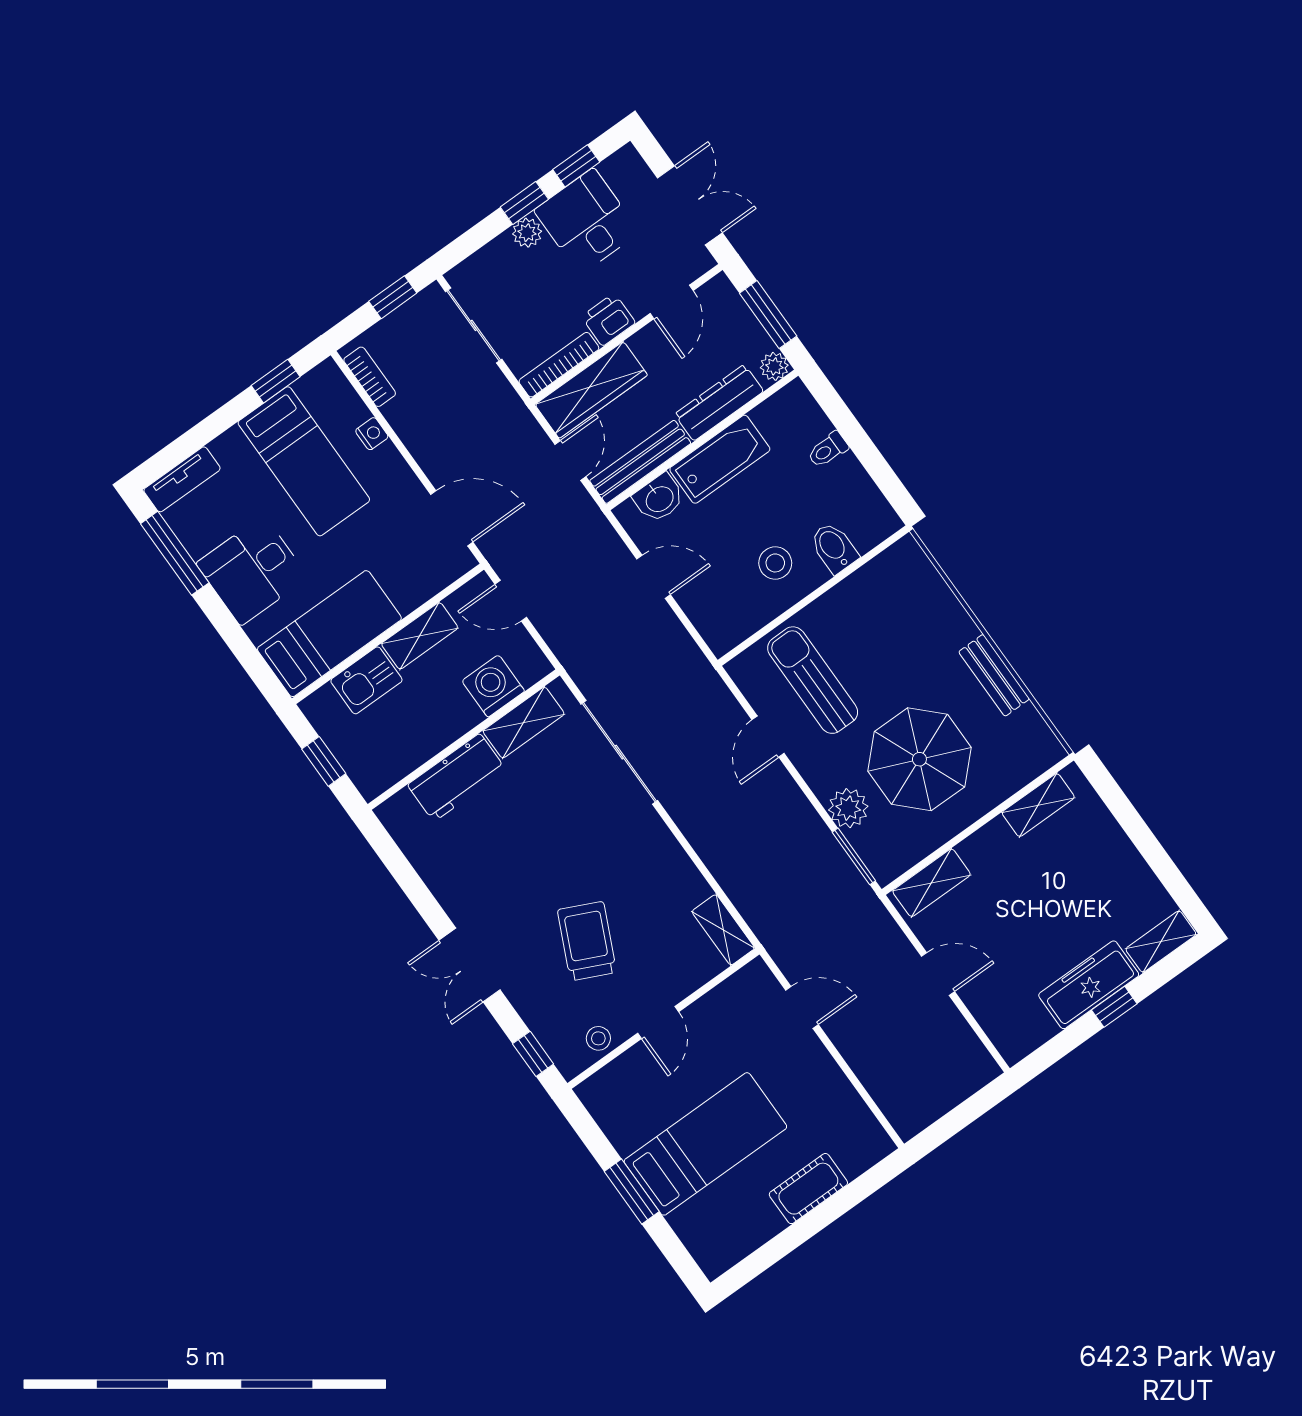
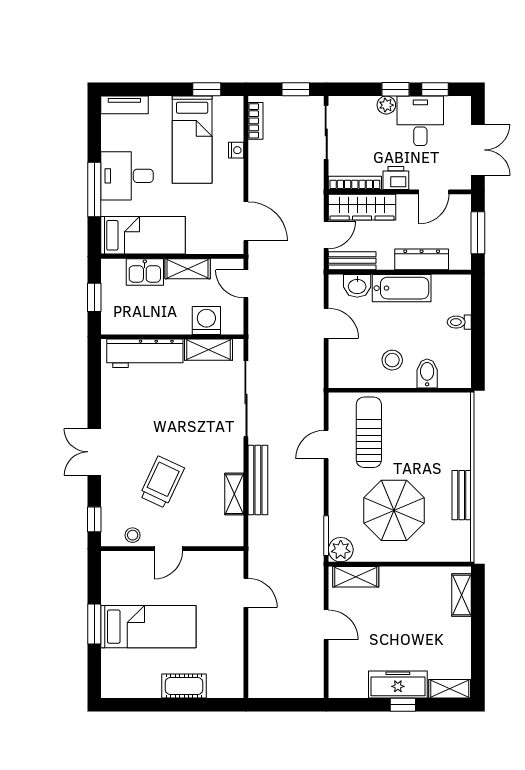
plant: (774, 366) -> (462, 261), removed
bench: (640, 462) -> (352, 261), width x0.73
window: (175, 553) -> (94, 190), moved
workbench: (457, 777) -> (145, 353), width x1.38
shelving: (1038, 805) -> (462, 595), moved, turned 90
plant: (848, 808) -> (341, 550), moved
bench: (711, 848) -> (258, 480), added
shelving: (723, 930) -> (234, 494), moved

